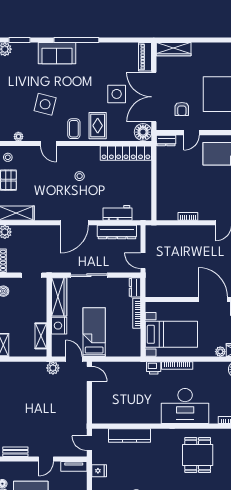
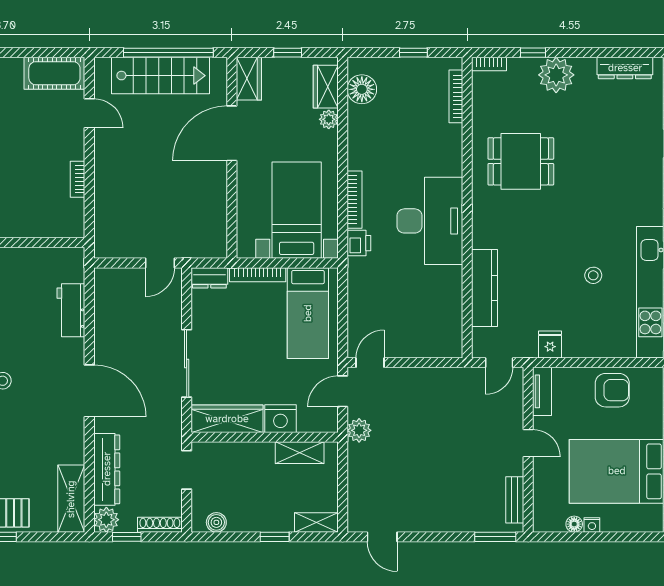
dresser: (117, 232) -> (107, 469), moved
bed: (94, 332) -> (308, 313), moved, turned -90
desk: (185, 406) -> (430, 221), moved

